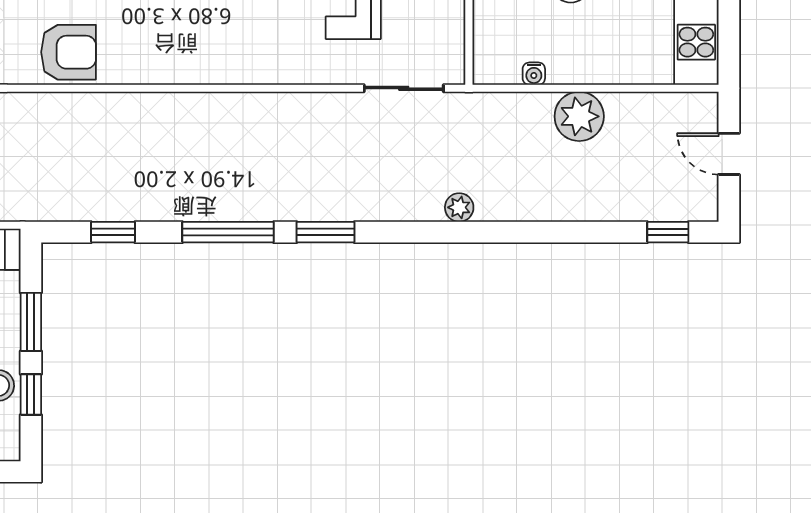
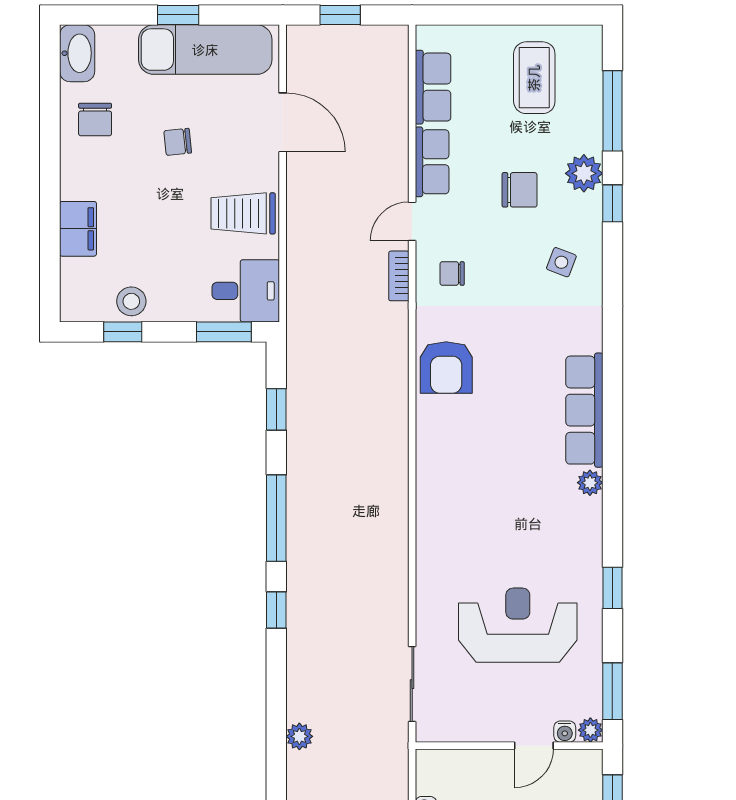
window: (325, 232) -> (276, 610), width x0.67
window: (31, 322) -> (224, 332), moved

